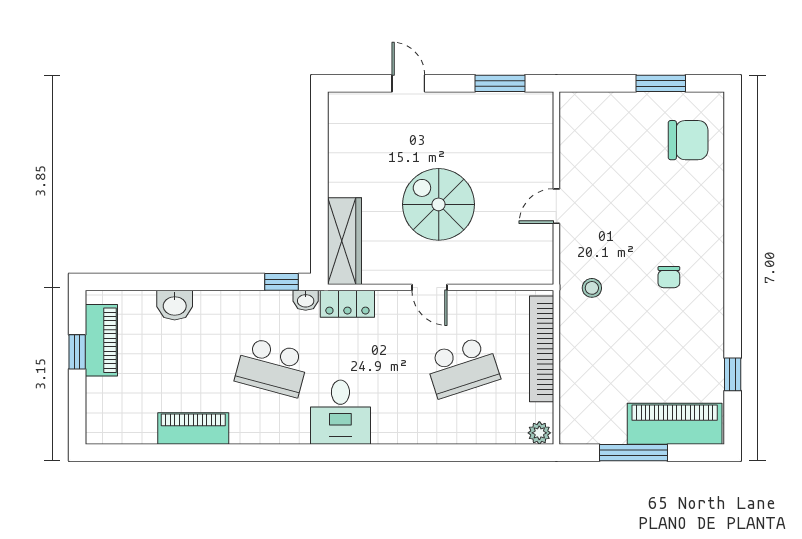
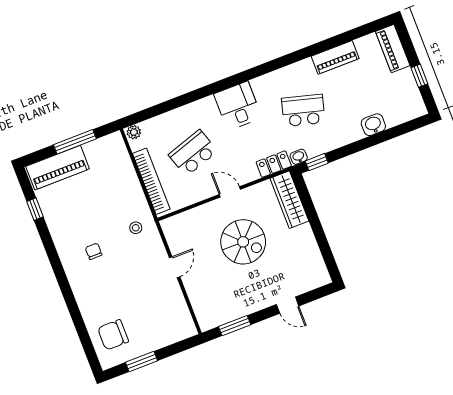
piano: (101, 340) -> (393, 49), moved
desk: (340, 412) -> (238, 106), moved

